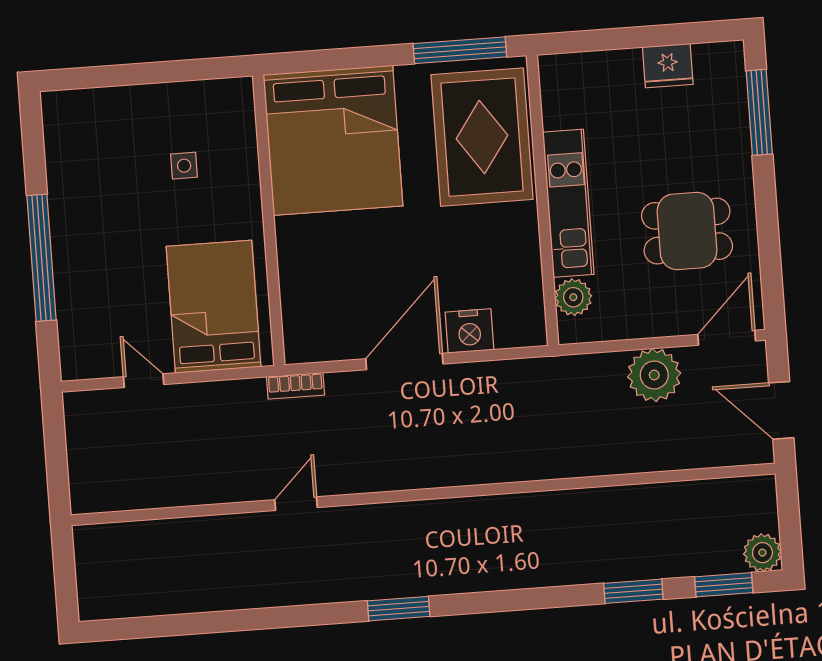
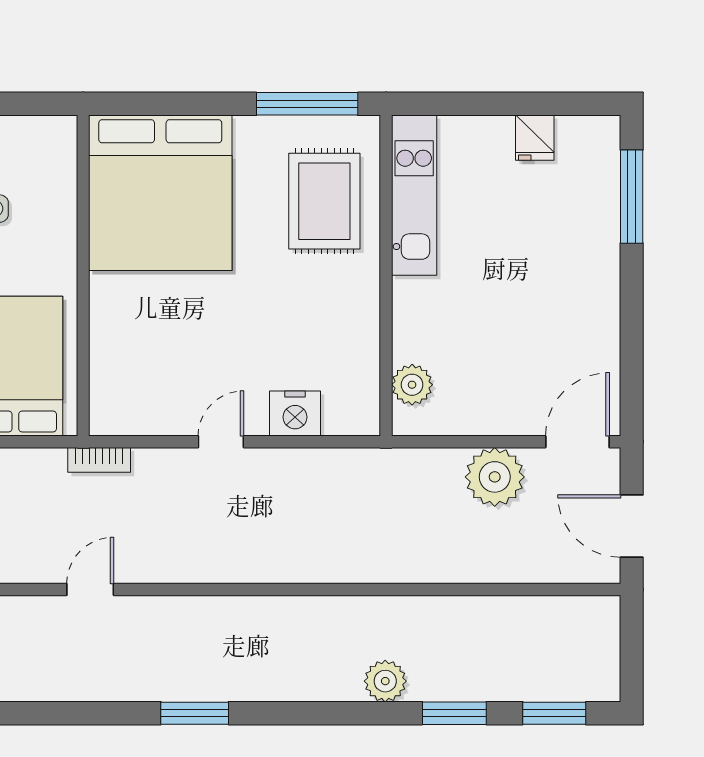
fridge: (668, 66) -> (535, 138), width x0.72
rug: (482, 137) -> (324, 201), width x0.73, depth x0.69
kitchen unit: (568, 203) -> (414, 195), moved
dining table: (687, 231) -> (542, 321), removed
door: (404, 361) -> (221, 442), width x0.53
plant: (762, 553) -> (385, 681), moved

